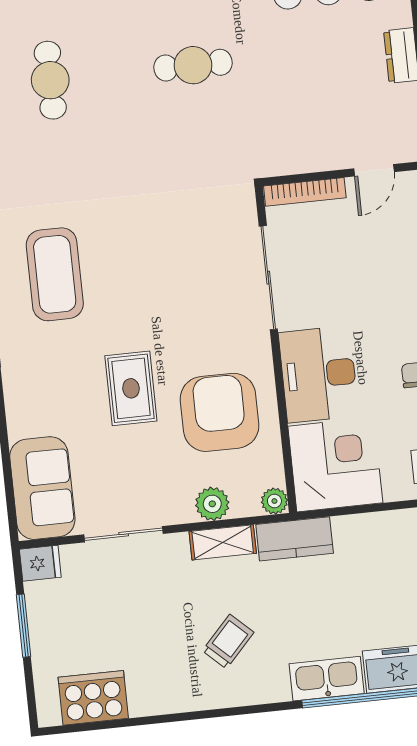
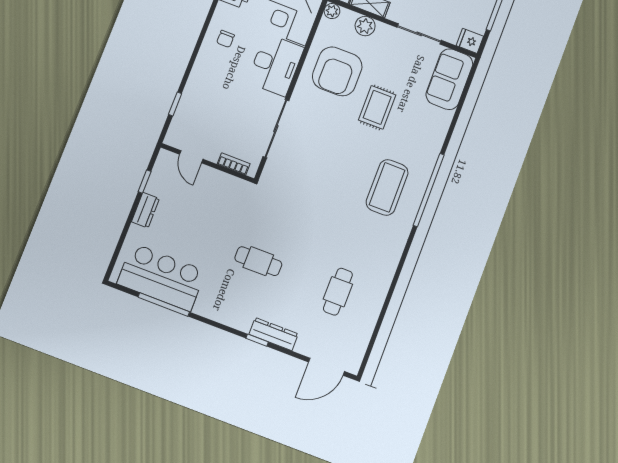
door: (374, 170) -> (191, 157), swing flipped
bookcase: (305, 192) -> (234, 164), width x0.64

